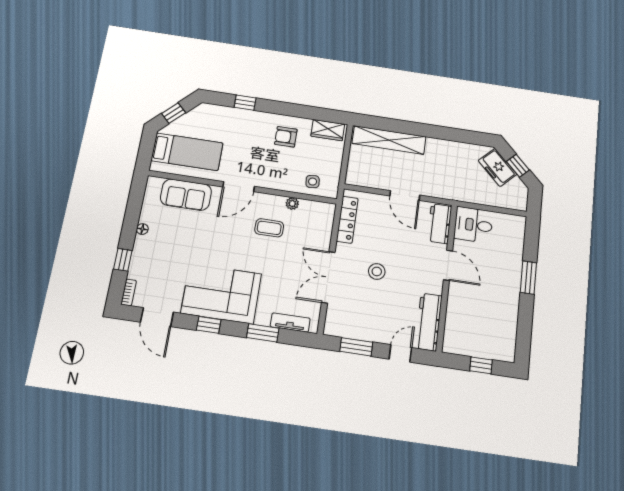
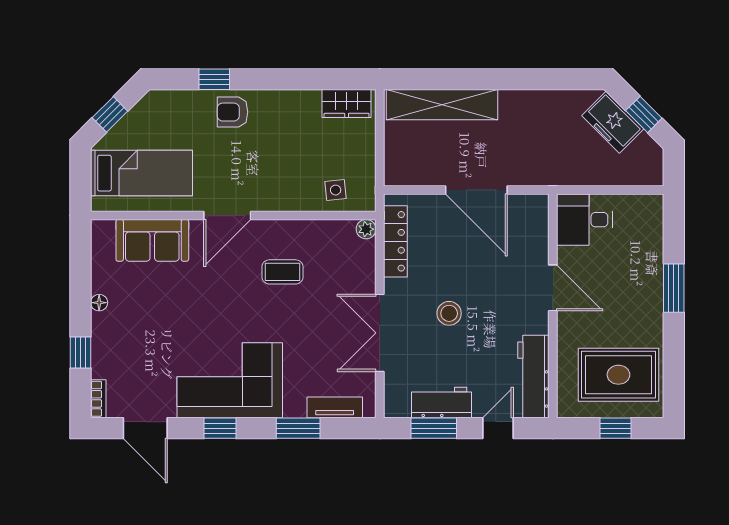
armchair: (286, 137) -> (232, 112), moved
door: (405, 196) -> (476, 190), width x1.36
plant: (292, 204) -> (366, 229), moved
workbench: (440, 224) -> (441, 402), moved, turned 90
rug: (486, 329) -> (618, 375), added

